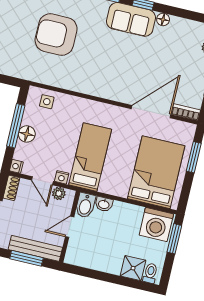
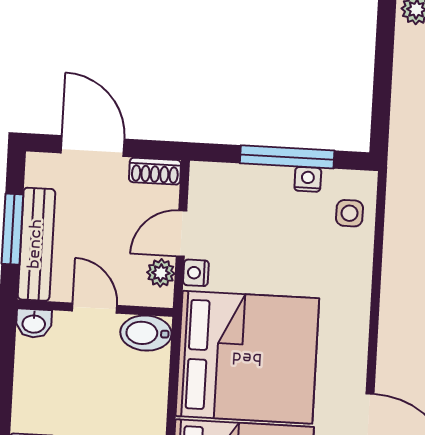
floor lamp: (27, 134) -> (274, 183), removed
bed: (90, 157) -> (247, 357), width x2.04
nightstand: (16, 166) -> (308, 179), moved
washbasin: (104, 204) -> (34, 323), moved, turned -90

